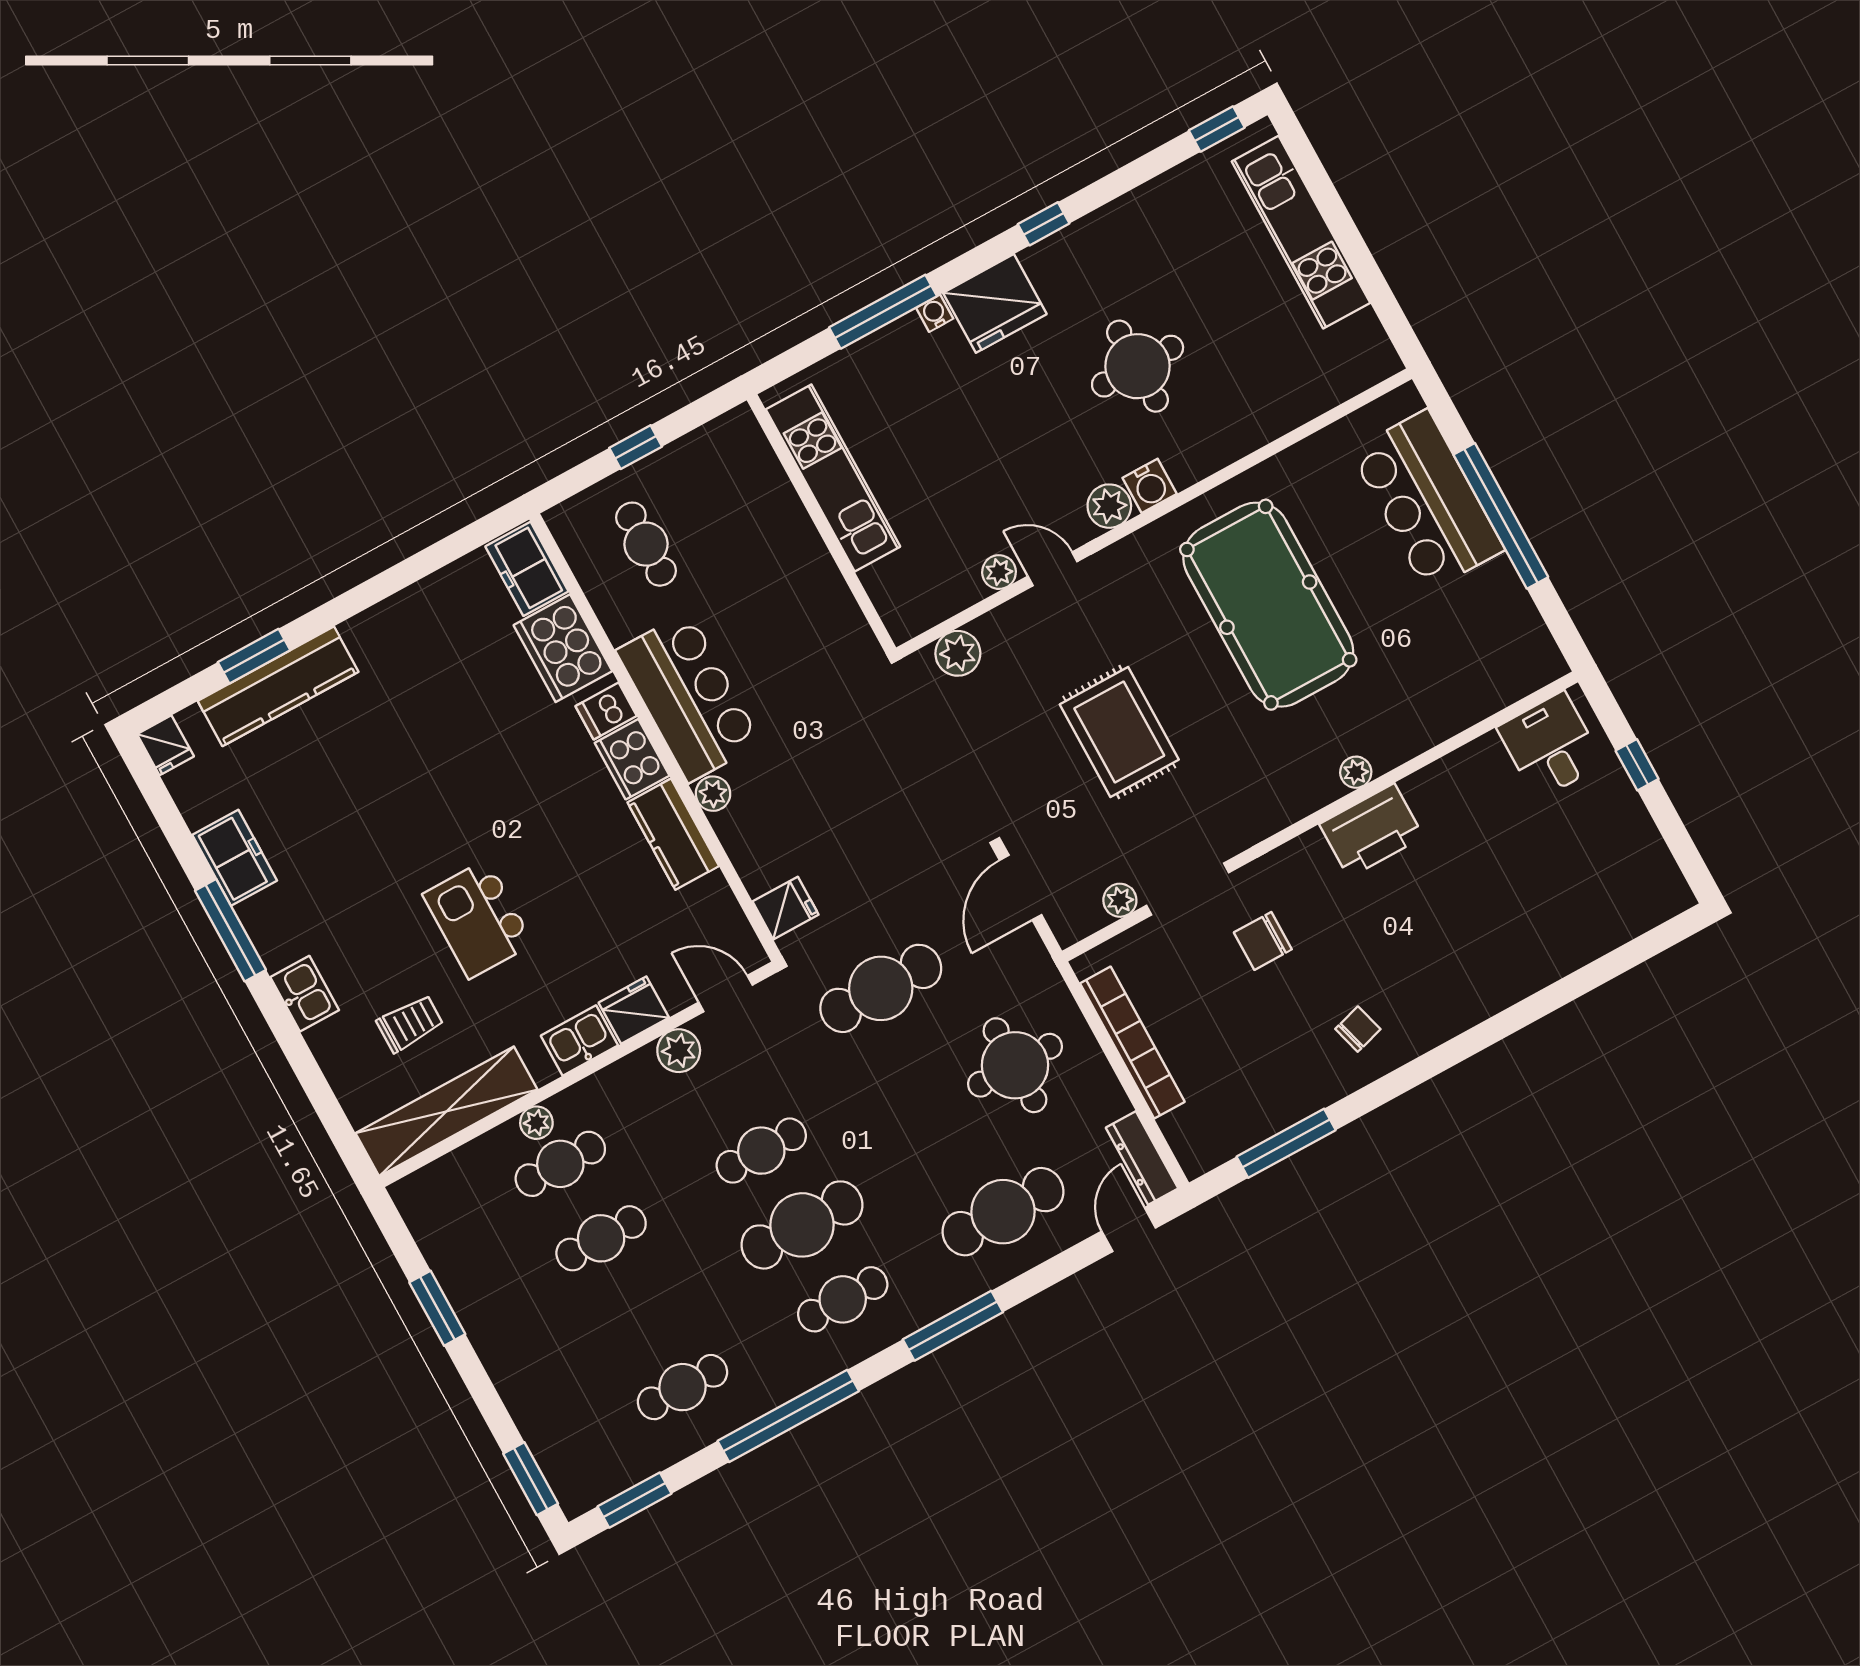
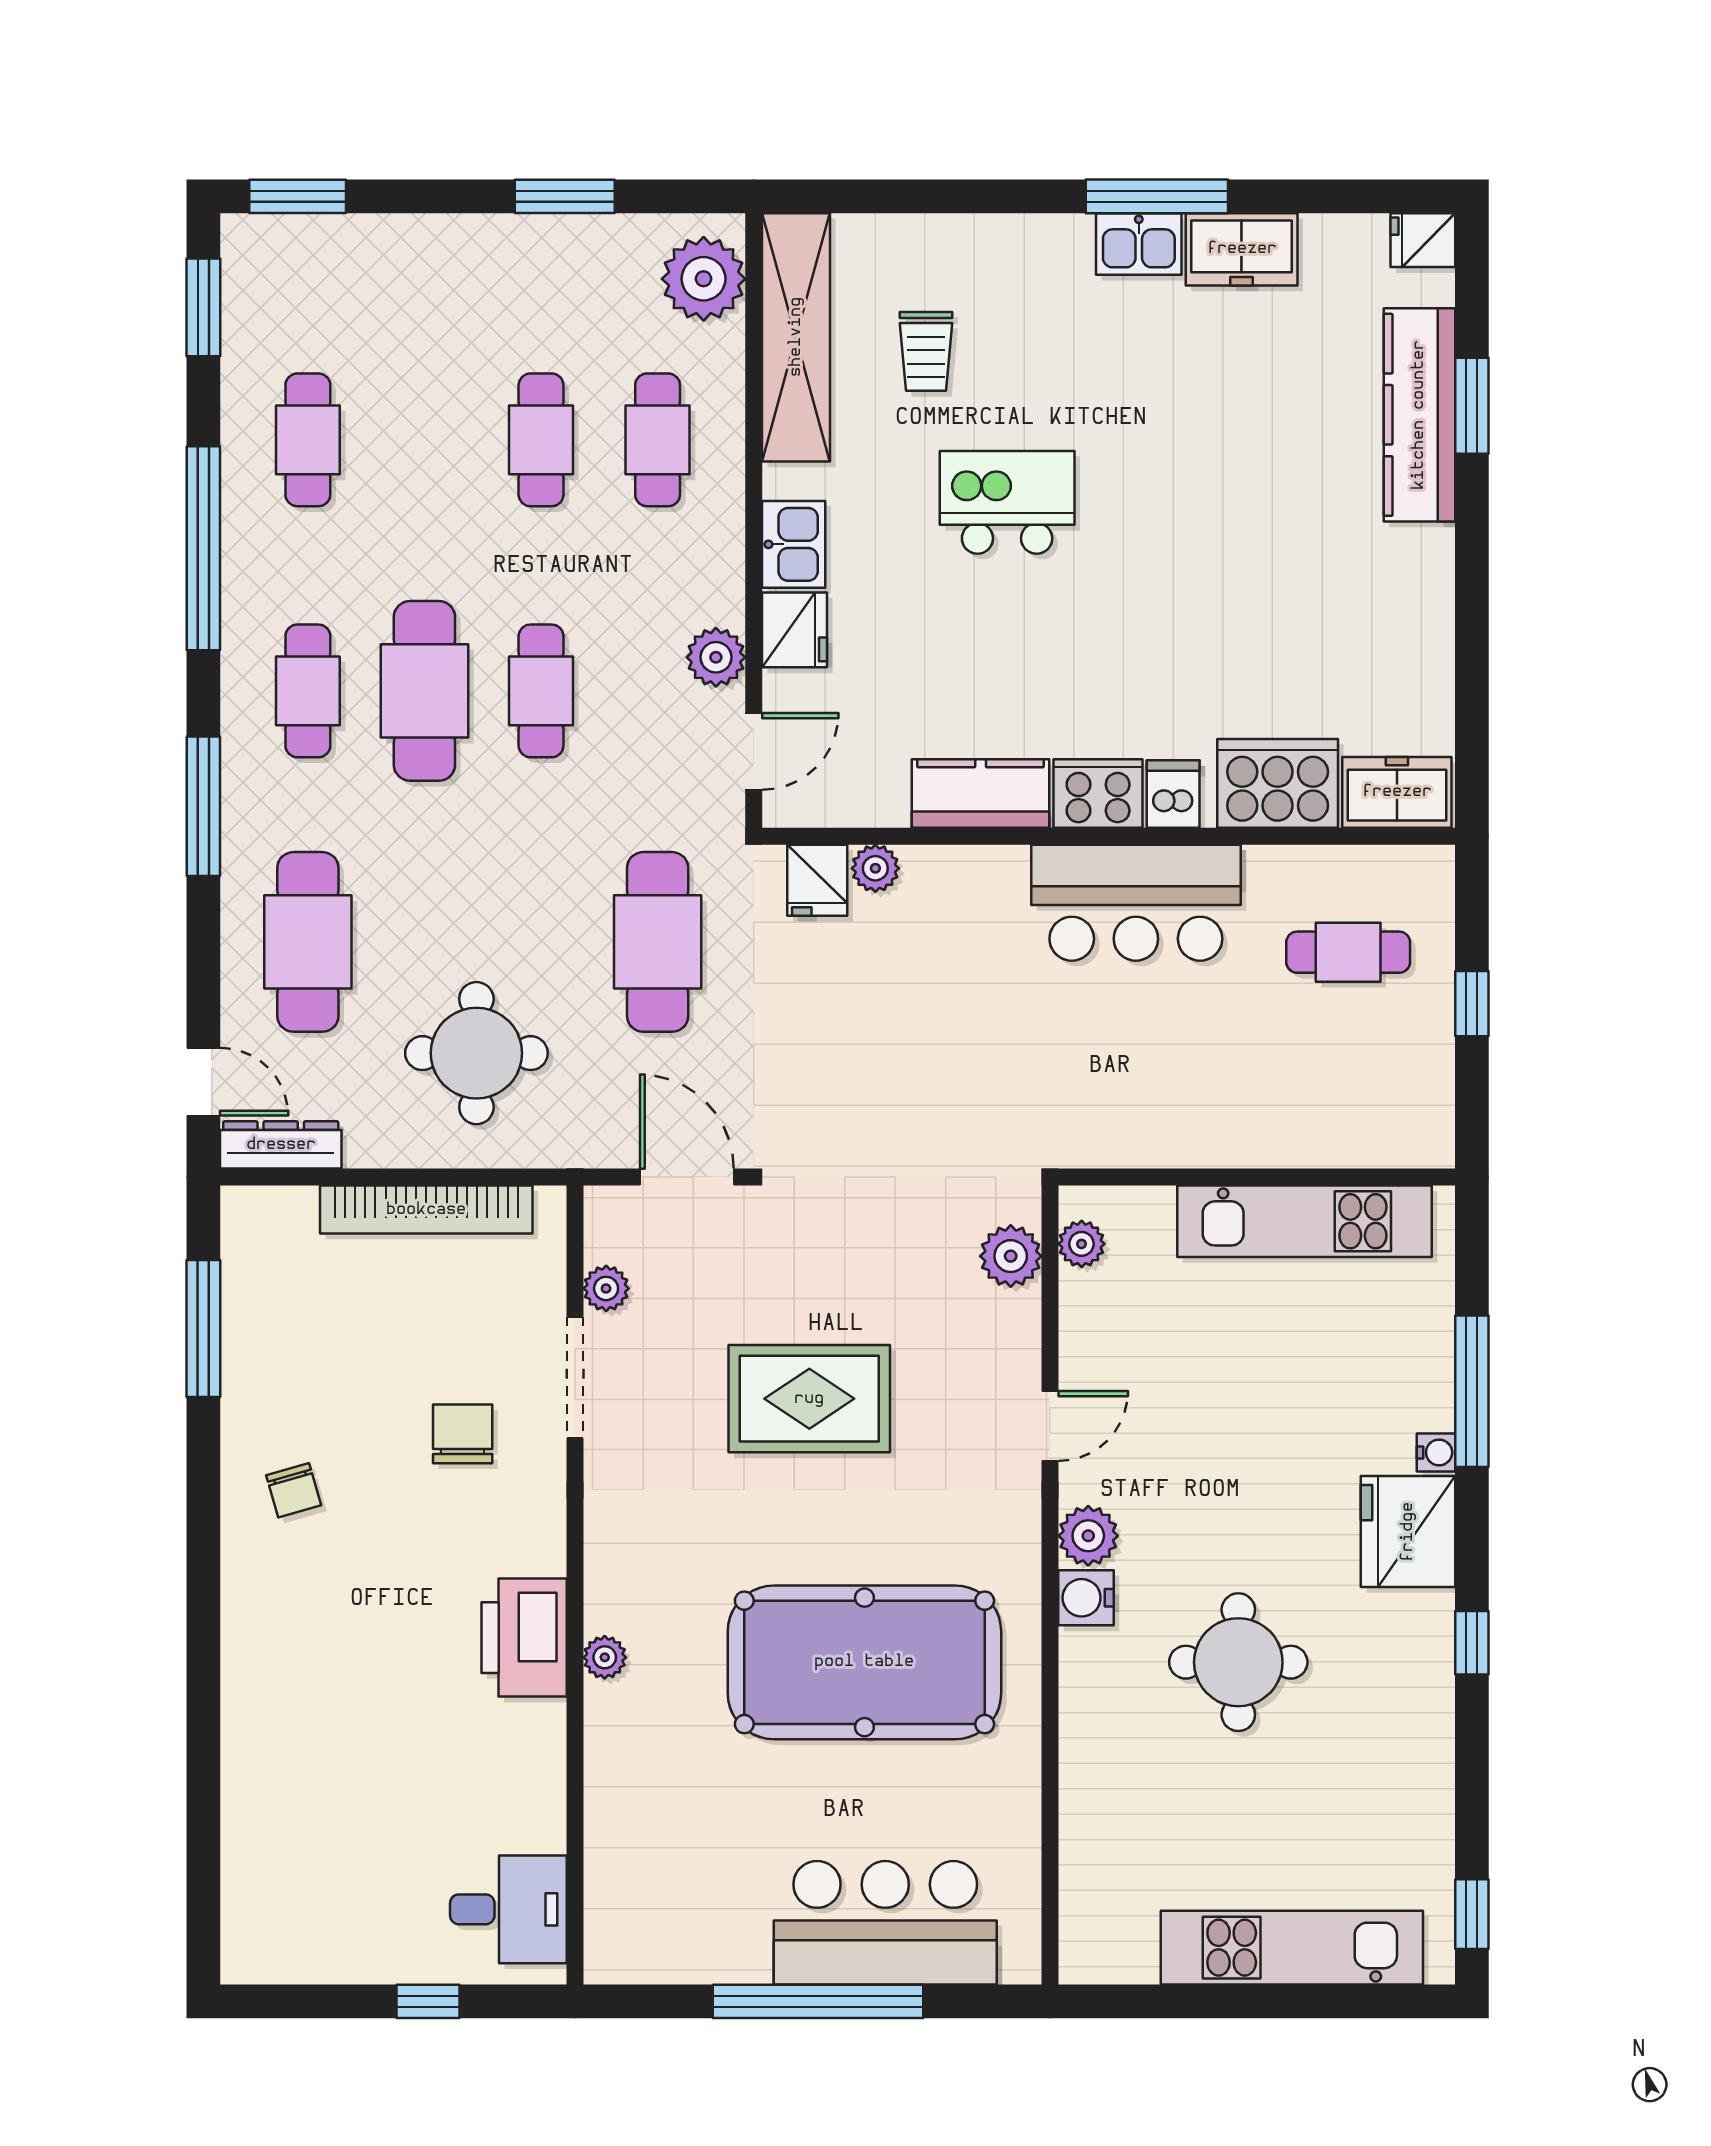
plant: (999, 572) -> (1082, 1244), moved
plant: (713, 794) -> (875, 868), moved
kitchen sink: (305, 994) -> (1139, 244), moved
plant: (536, 1123) -> (704, 279), moved, width x1.87, depth x1.87

